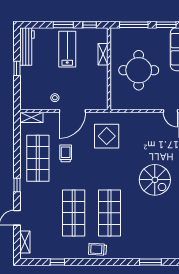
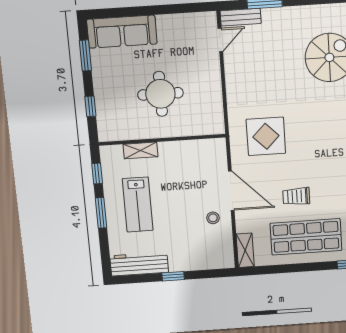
window: (134, 25) -> (90, 106), width x0.46
lab bench: (67, 49) -> (138, 205), turned -90
round table: (139, 70) -> (160, 94), width x0.73, depth x0.73

